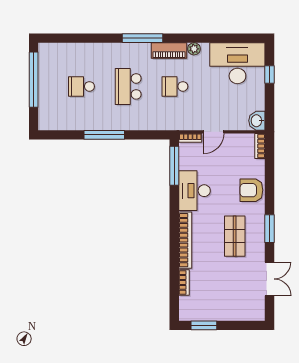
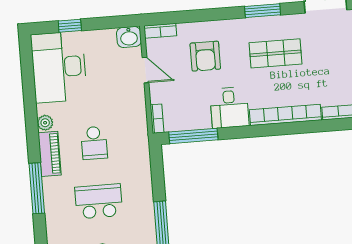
school desk: (128, 86) -> (99, 201), turned 180
door: (214, 132) -> (145, 70), moved
armchair: (251, 190) -> (205, 56), moved
desk: (194, 191) -> (229, 108), width x0.73

